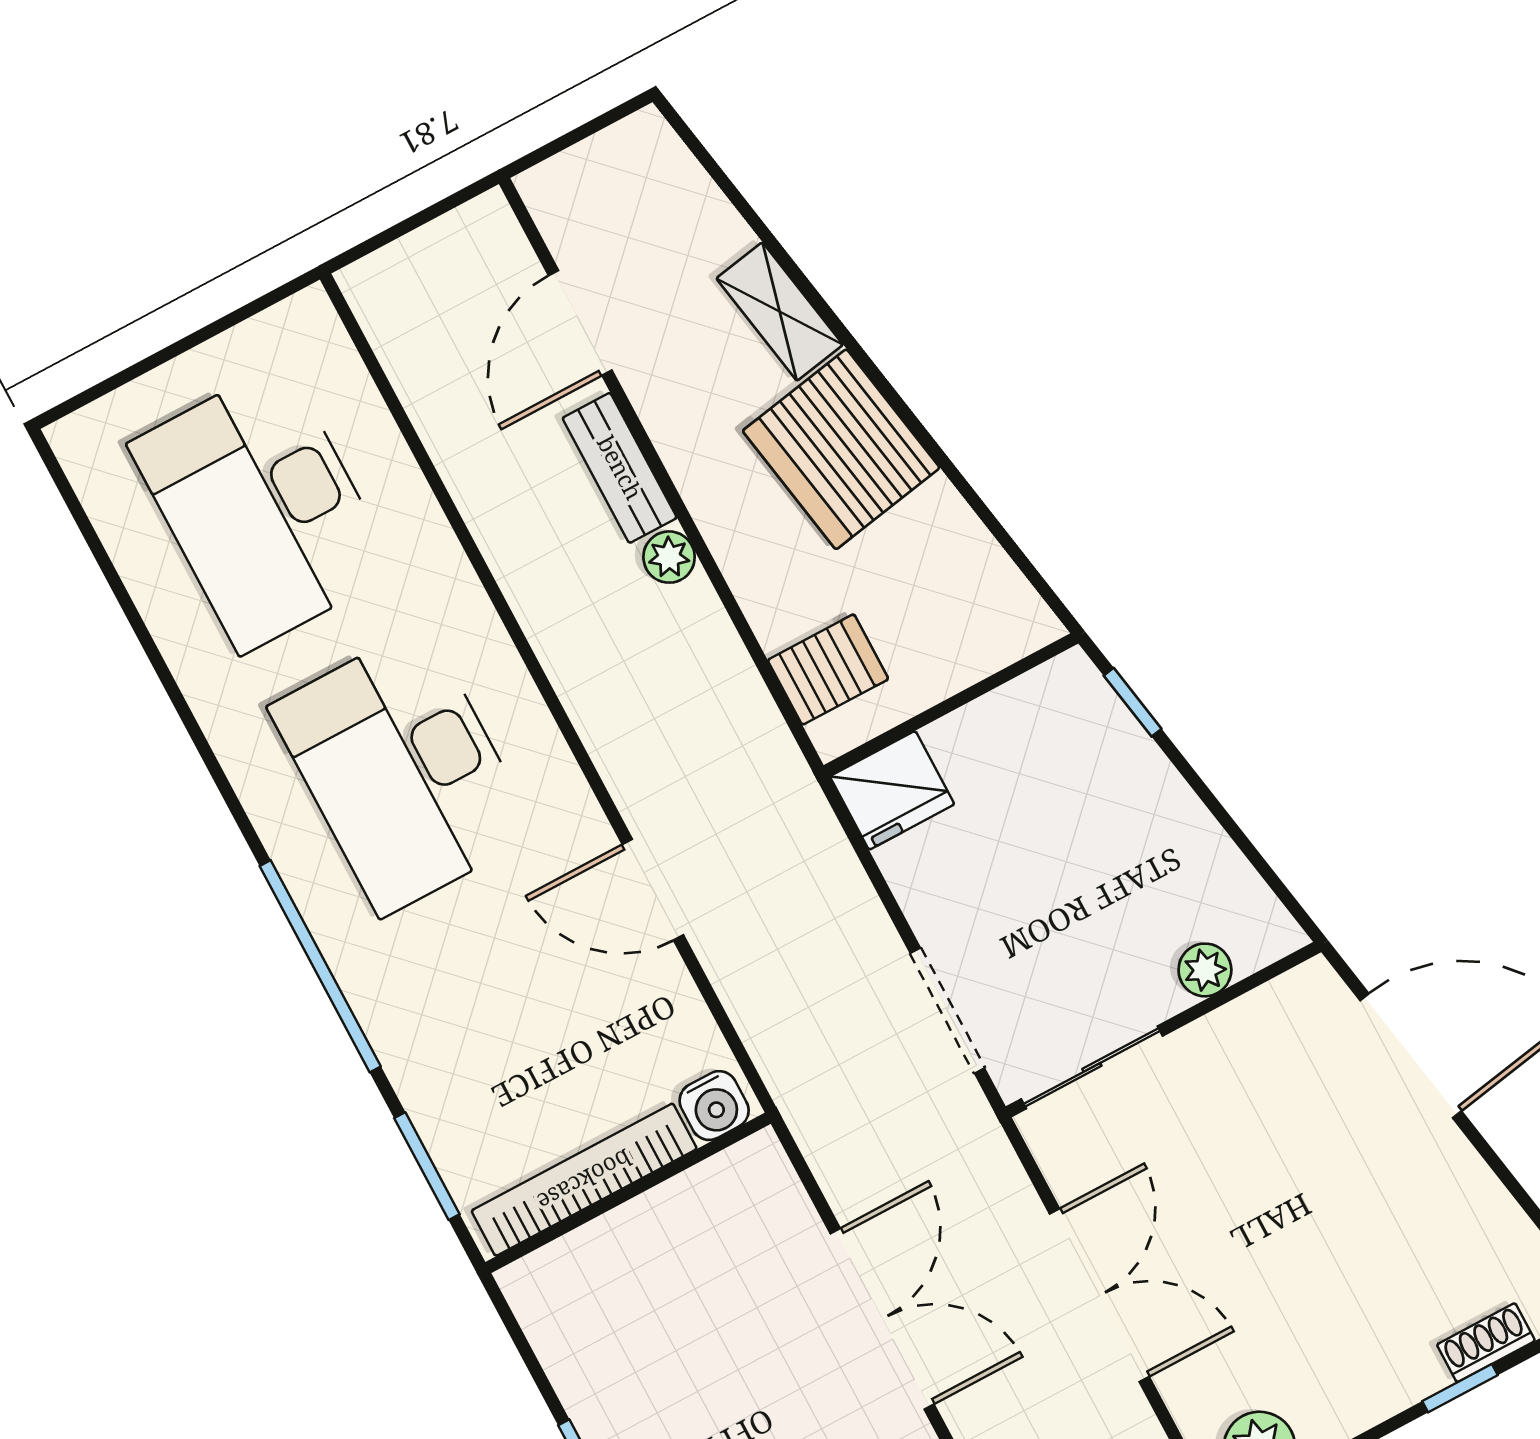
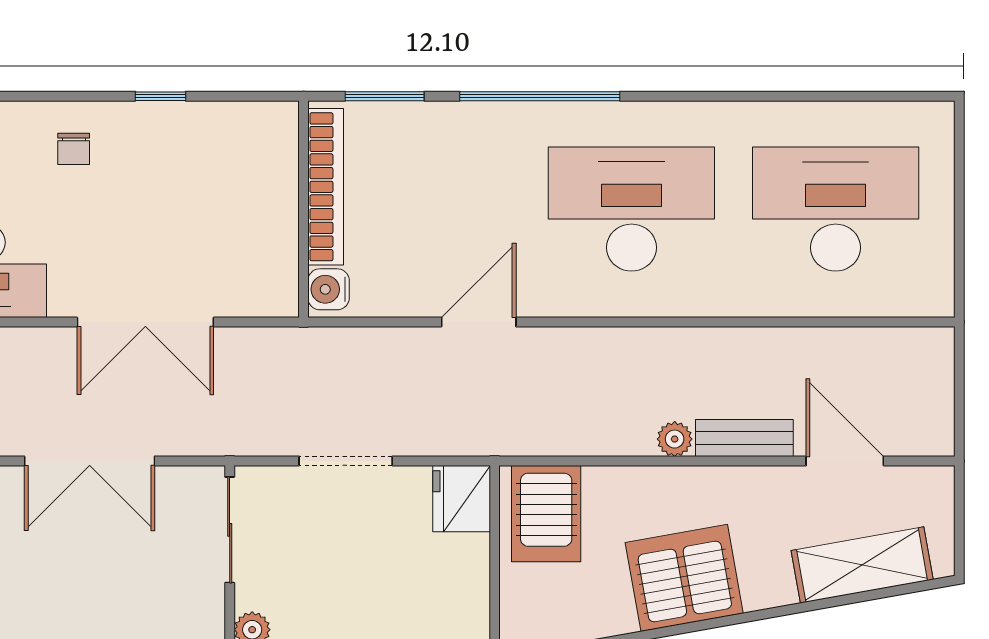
shelving: (780, 312) -> (862, 565), moved, width x1.50, depth x1.33
server rack: (828, 669) -> (546, 514), width x1.36, depth x1.44
doorway: (947, 1011) -> (346, 461), moved

